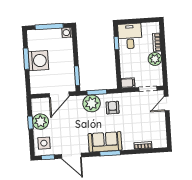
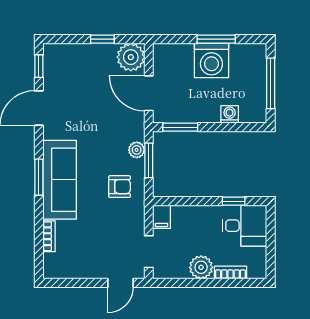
washing machine: (67, 33) -> (230, 114), moved
plant: (92, 103) -> (137, 150), width x0.53, depth x0.53
door: (167, 104) -> (120, 283), swing flipped
plant: (40, 122) -> (131, 57), moved
sofa: (105, 142) -> (60, 180), width x1.36
side table: (44, 143) -> (64, 61), removed

